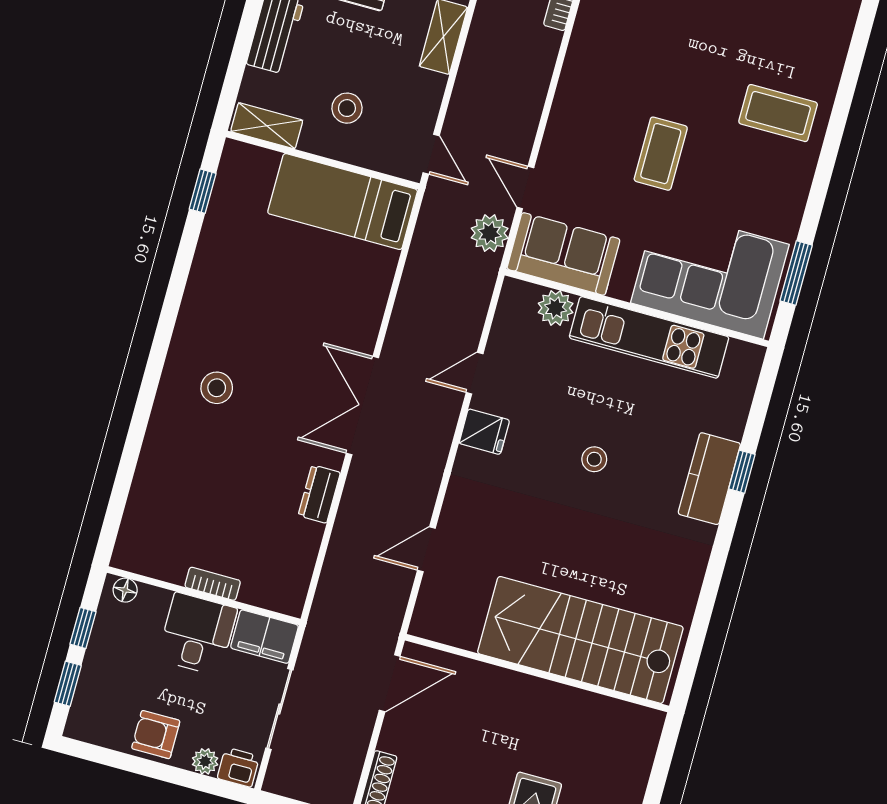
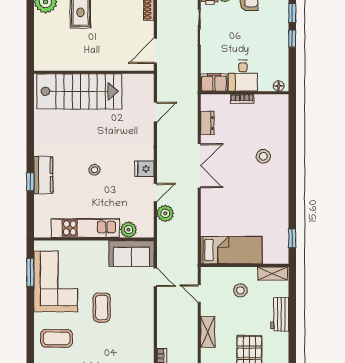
door: (431, 154) -> (199, 294), moved
plant: (490, 233) -> (165, 213), moved
corner sofa: (710, 274) -> (56, 281), moved, turned -90
bookcase: (213, 584) -> (242, 99), moved
floor lamp: (125, 590) -> (279, 86), moved
wall: (204, 596) -> (245, 93), moved
desk: (197, 634) -> (243, 76), moved
filing cabinet: (265, 637) -> (214, 82), moved

